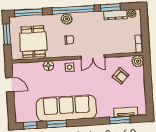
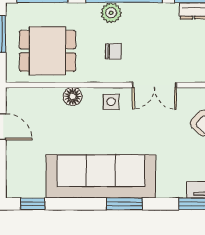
dining table: (33, 42) -> (48, 51), turned 90
window: (57, 124) -> (124, 204), moved

